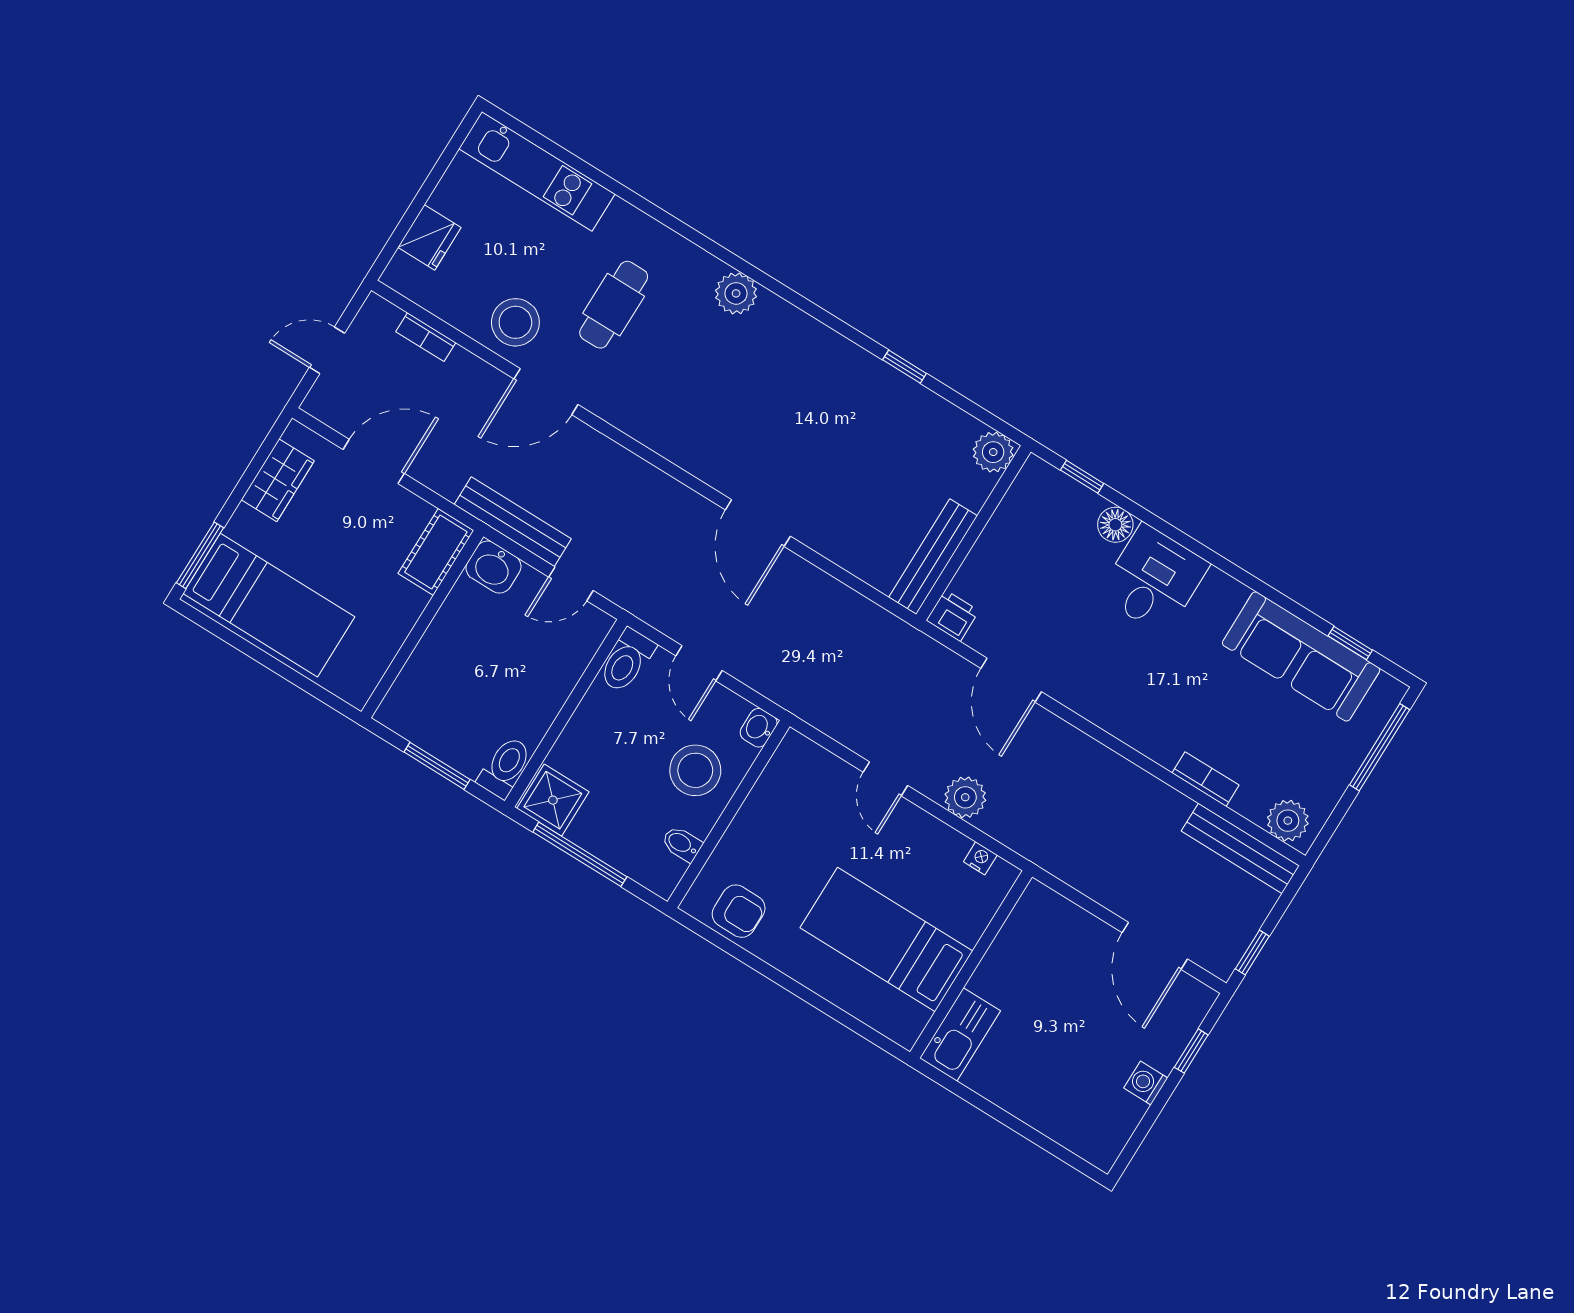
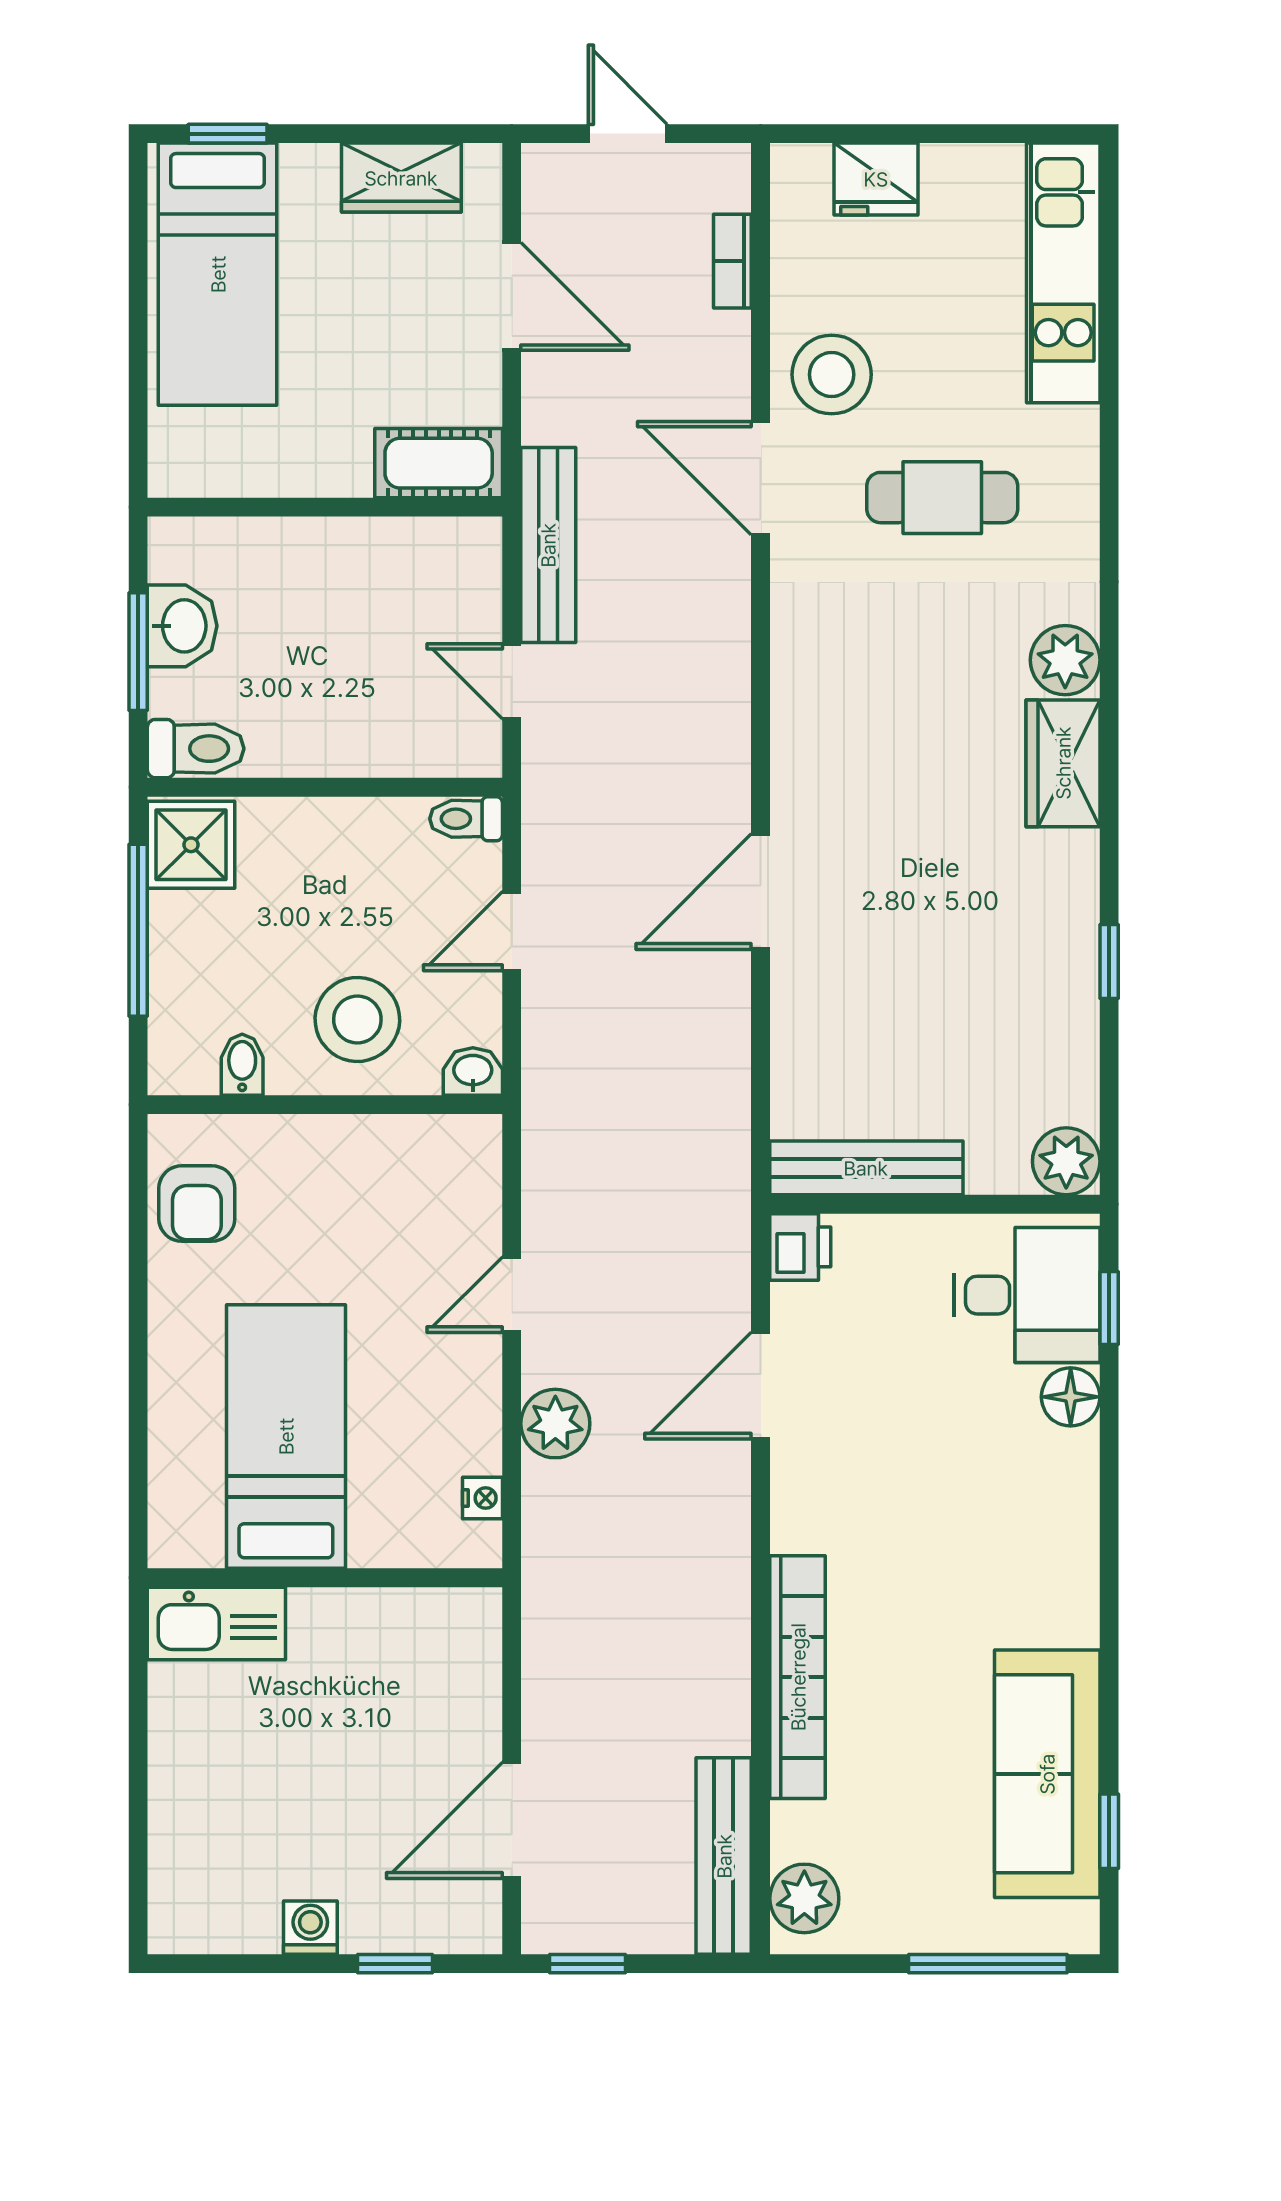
wardrobe: (788, 327) -> (1063, 763), added
window: (200, 555) -> (228, 134), width x0.67
washbasin: (493, 567) -> (182, 626), moved, turned 180
desk: (1154, 579) -> (1027, 1295), moved
toilet: (627, 661) -> (466, 819), width x0.73, depth x0.72
bookcase: (1206, 779) -> (798, 1677), width x2.31, depth x1.31

